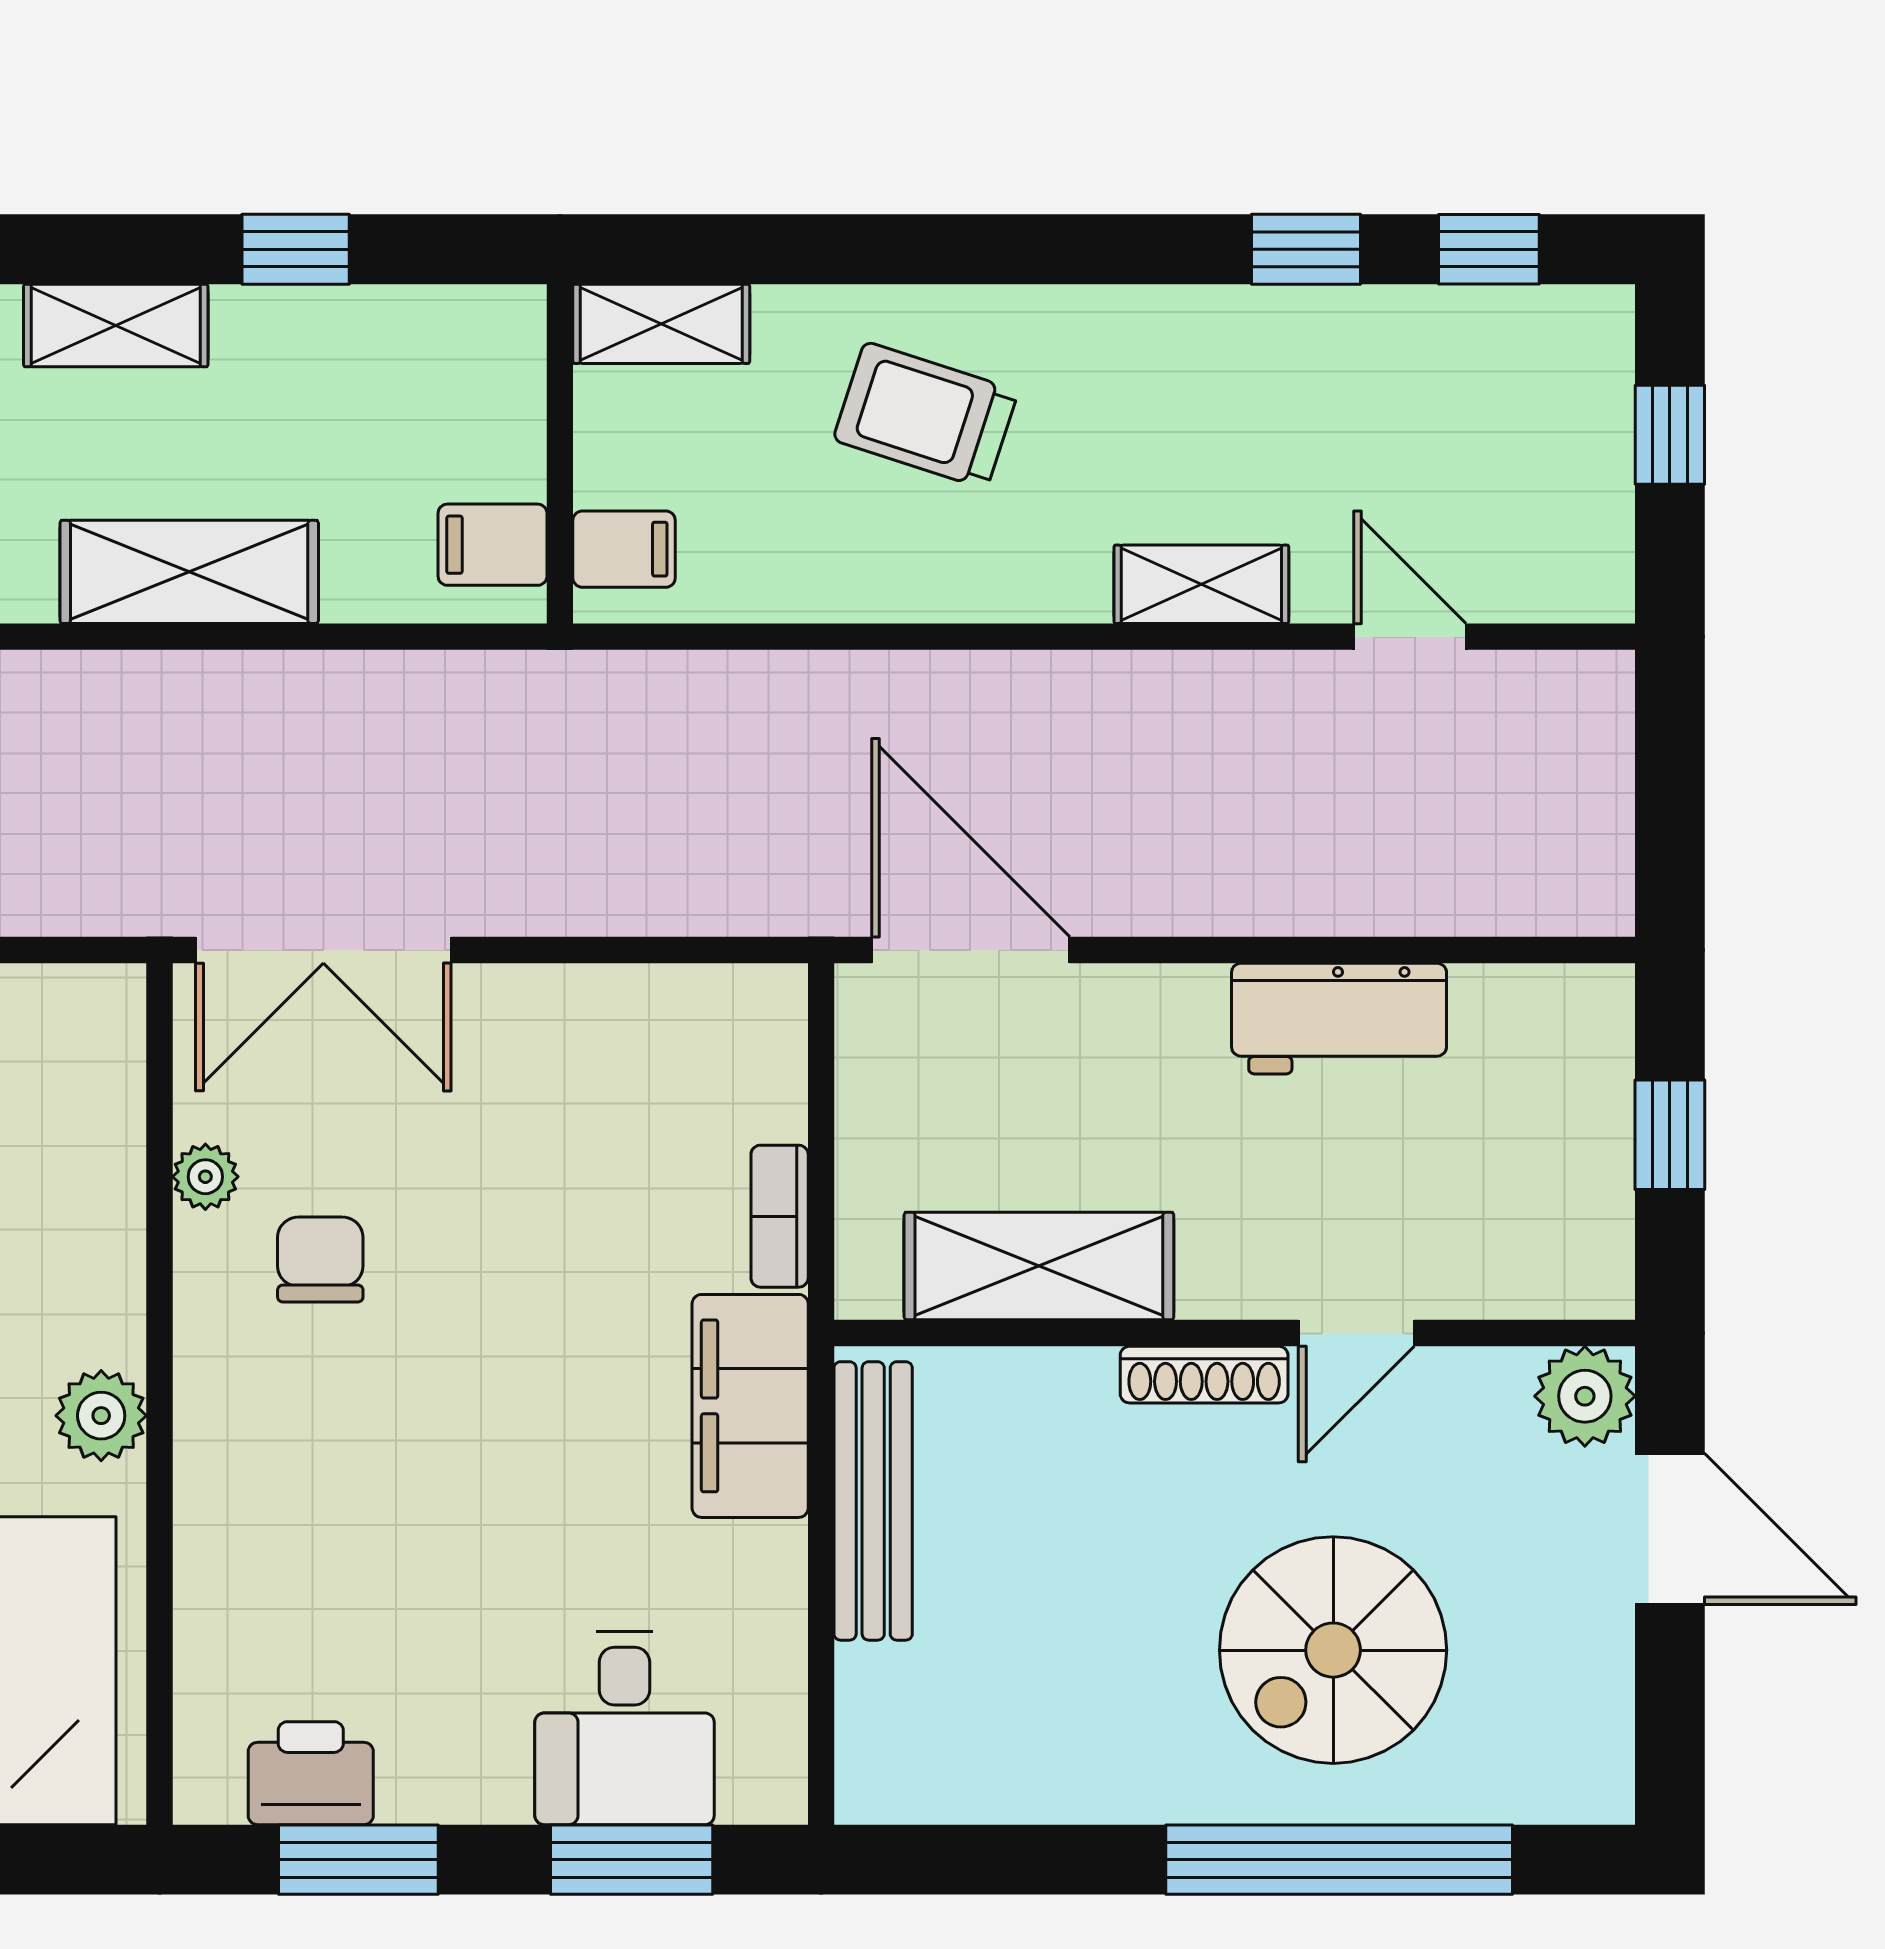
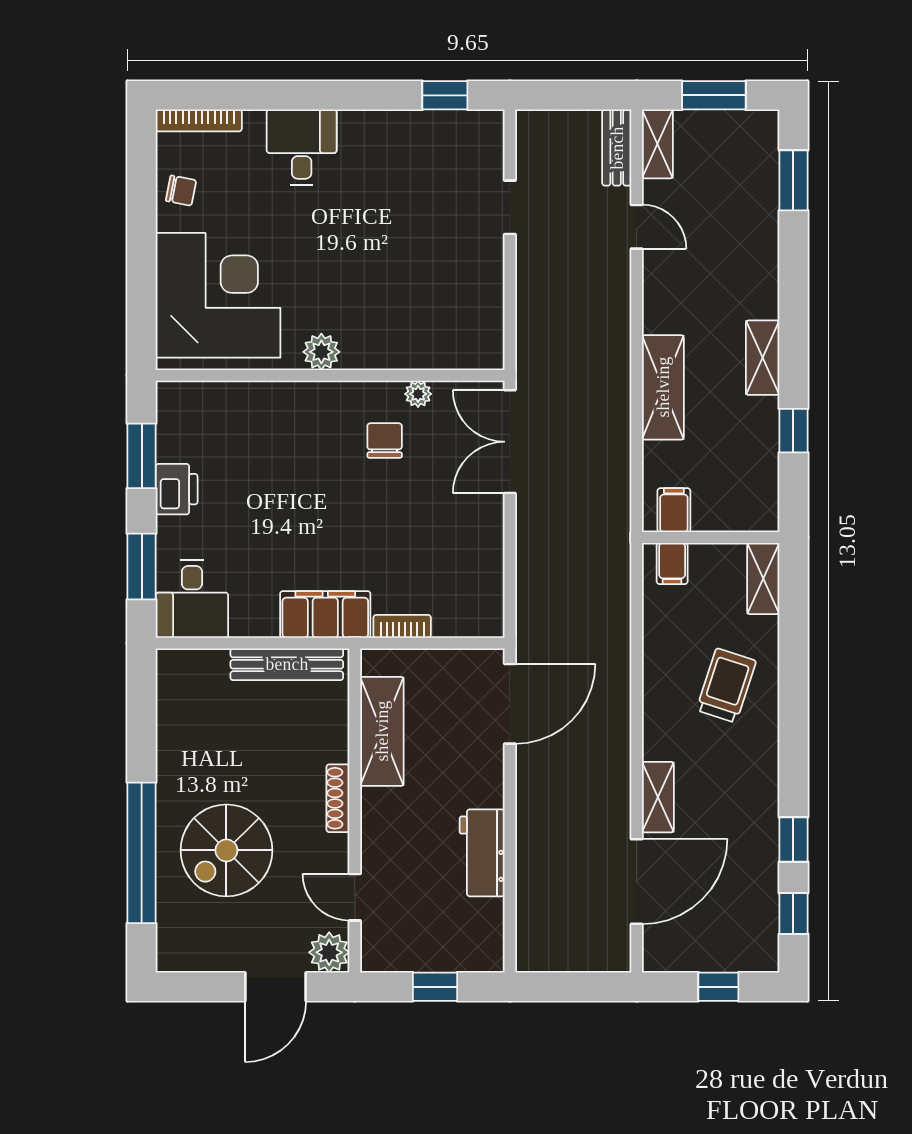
door: (1410, 637) -> (637, 882), width x1.87
chair: (320, 1259) -> (385, 440), turned -90
door: (1356, 1333) -> (355, 897), moved
spiral stairs: (1333, 1650) -> (226, 850), turned -90
desk: (625, 1728) -> (192, 599), moved, turned -90
printer: (311, 1773) -> (177, 489), moved

